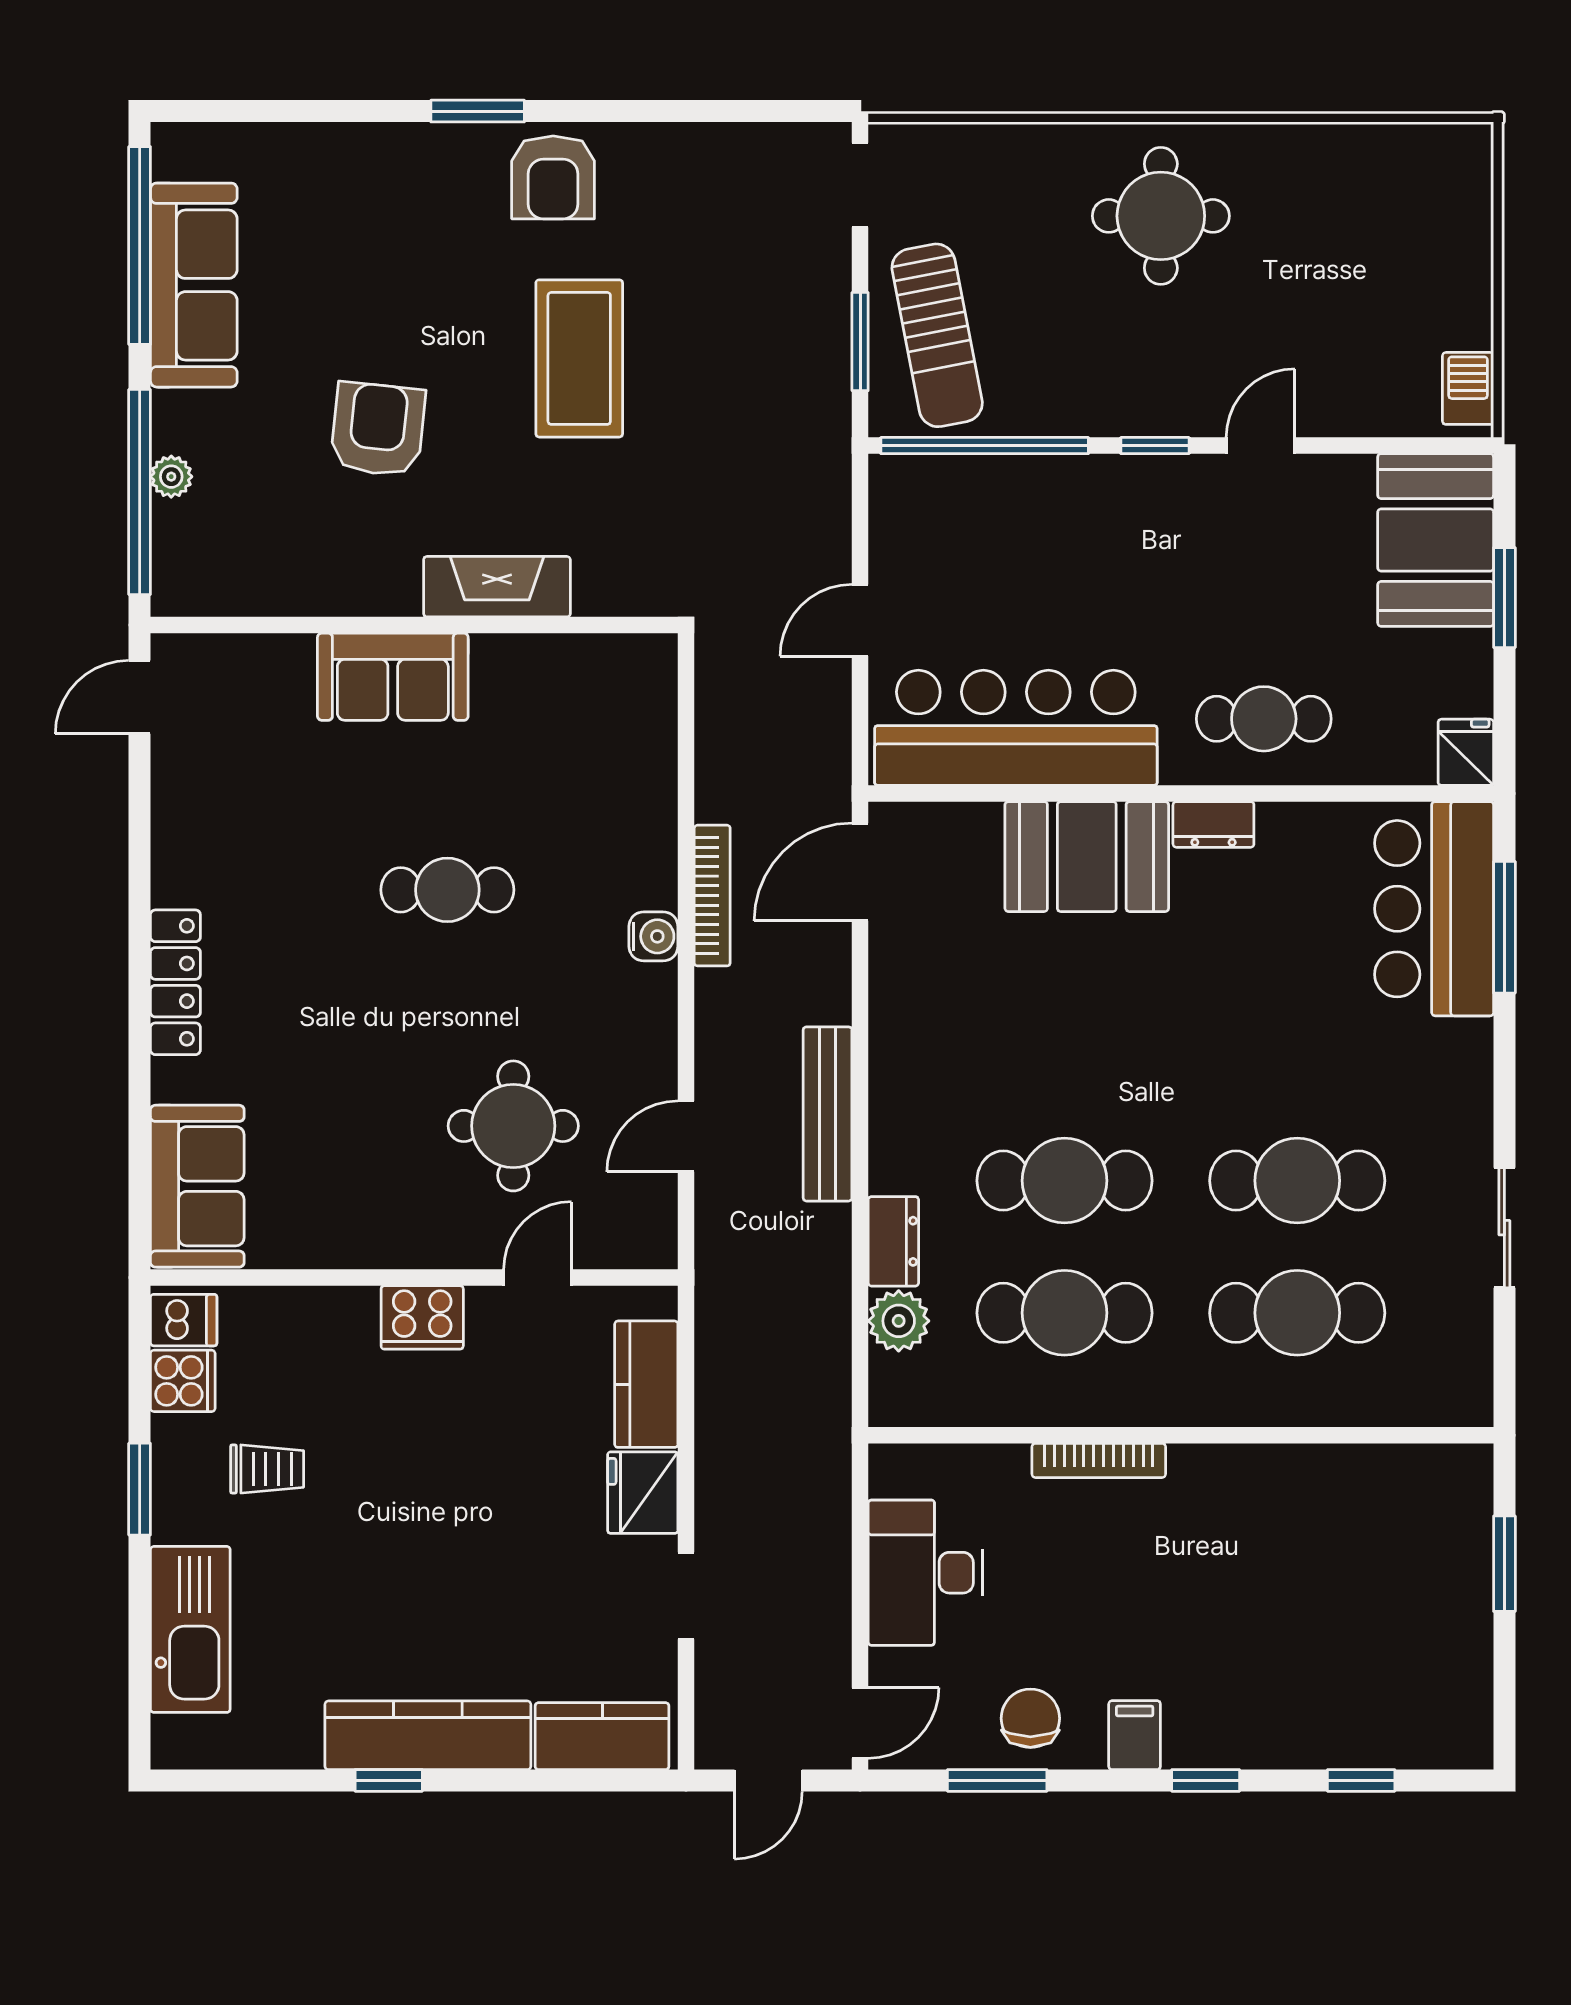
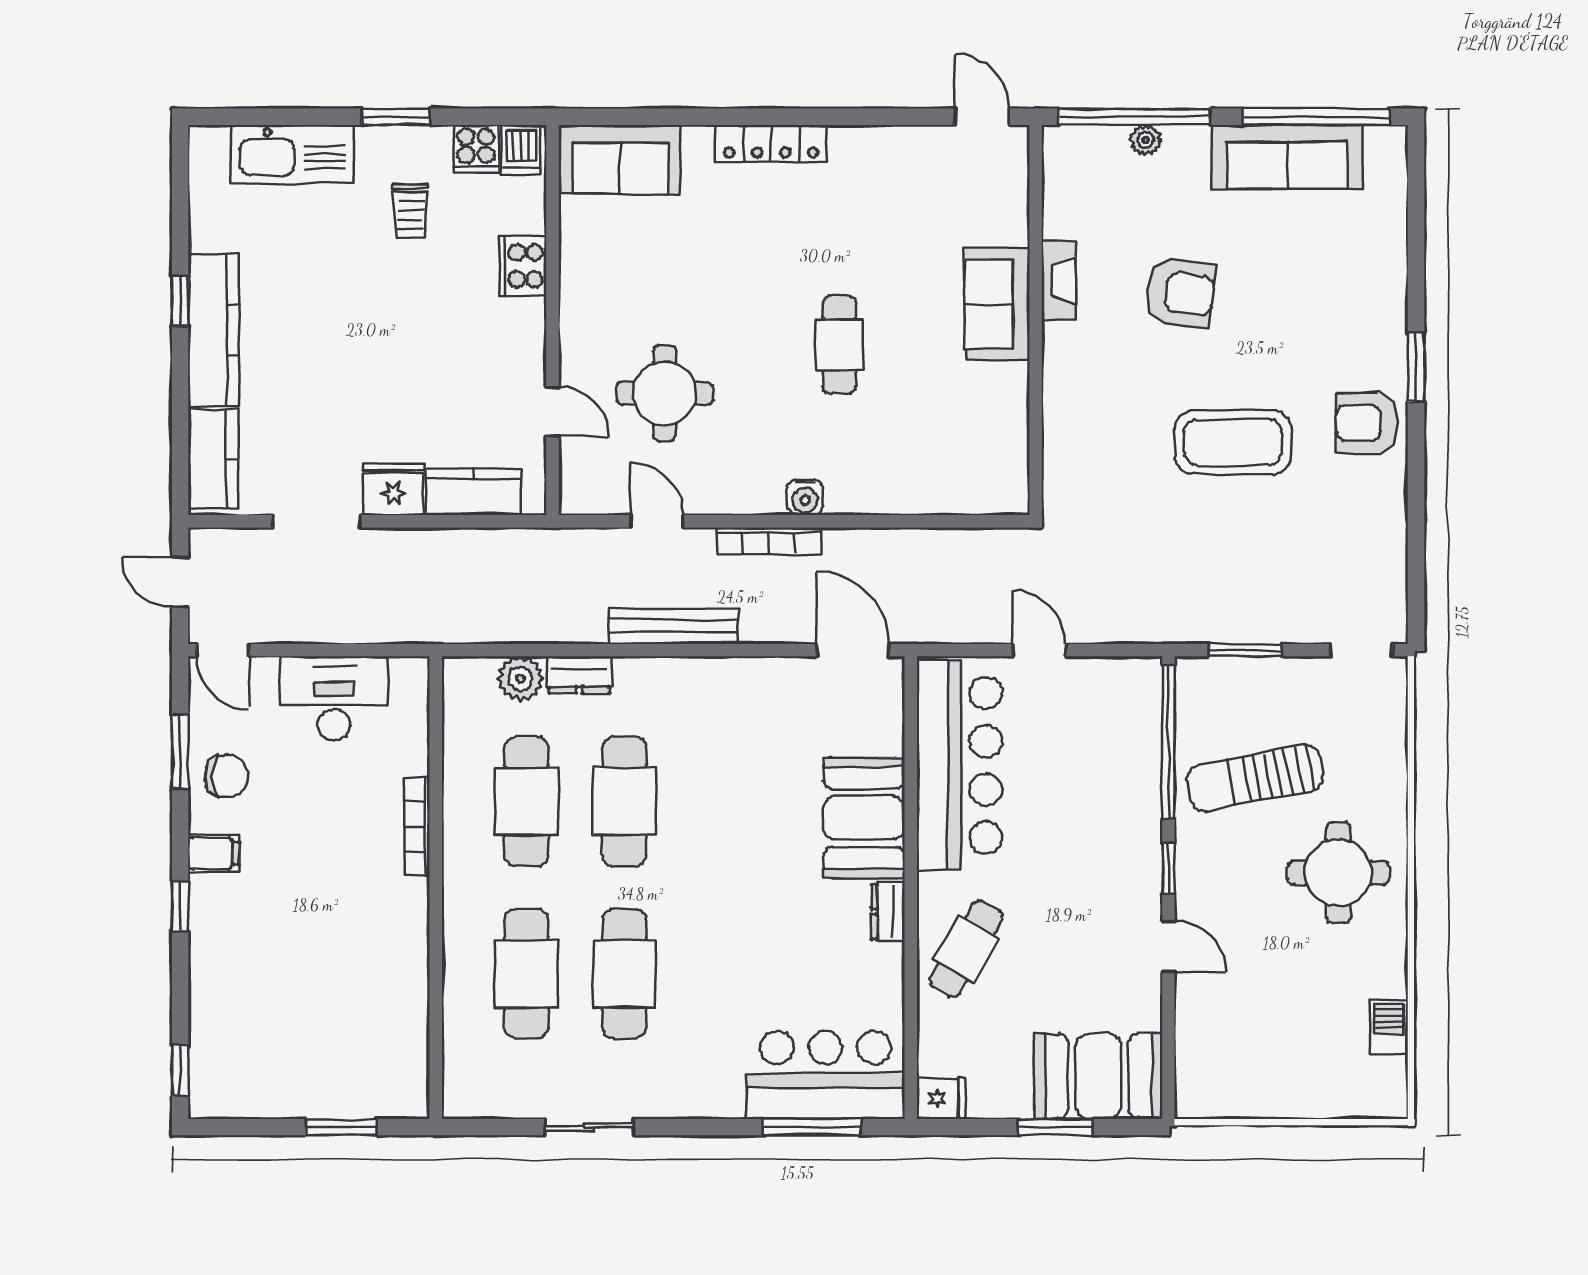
sun lounger: (937, 335) -> (1255, 778), moved
barbecue: (1468, 388) -> (1389, 1027), moved, turned -90
fireplace: (497, 587) -> (1059, 280), moved, width x0.73, depth x0.76
cafe table: (1264, 719) -> (966, 949), turned 30
bookcase: (712, 896) -> (769, 541), moved
cooker: (422, 1317) -> (523, 266), moved
doorway: (686, 1596) -> (317, 521), width x1.38
window: (1361, 1780) -> (180, 1070), moved

